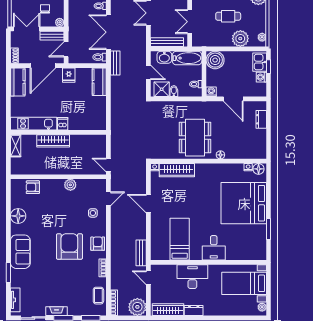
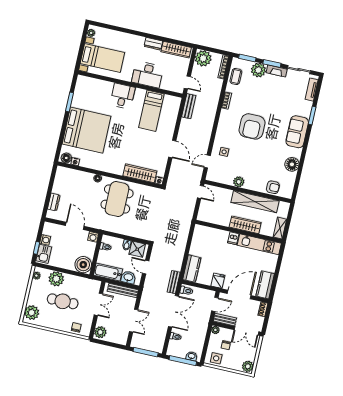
cafe table: (228, 16) -> (63, 301), width x1.37, depth x1.35
shelving: (48, 168) -> (255, 202), added
armchair: (98, 244) -> (226, 123), removed
plant: (76, 308) -> (258, 70), added

